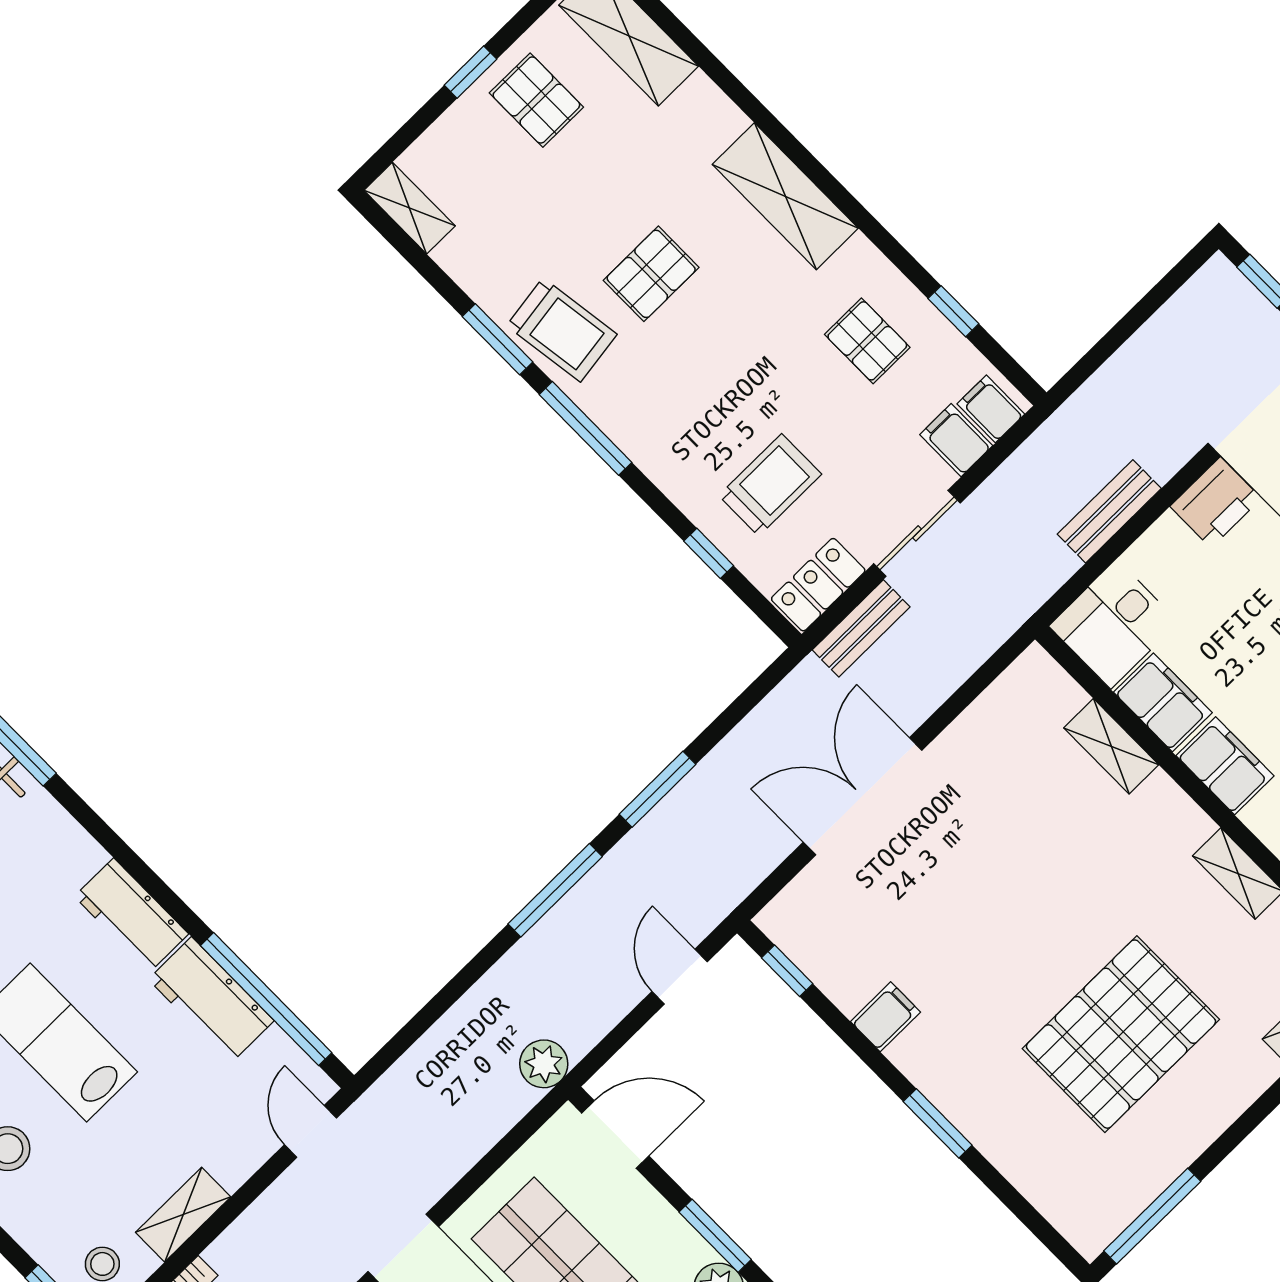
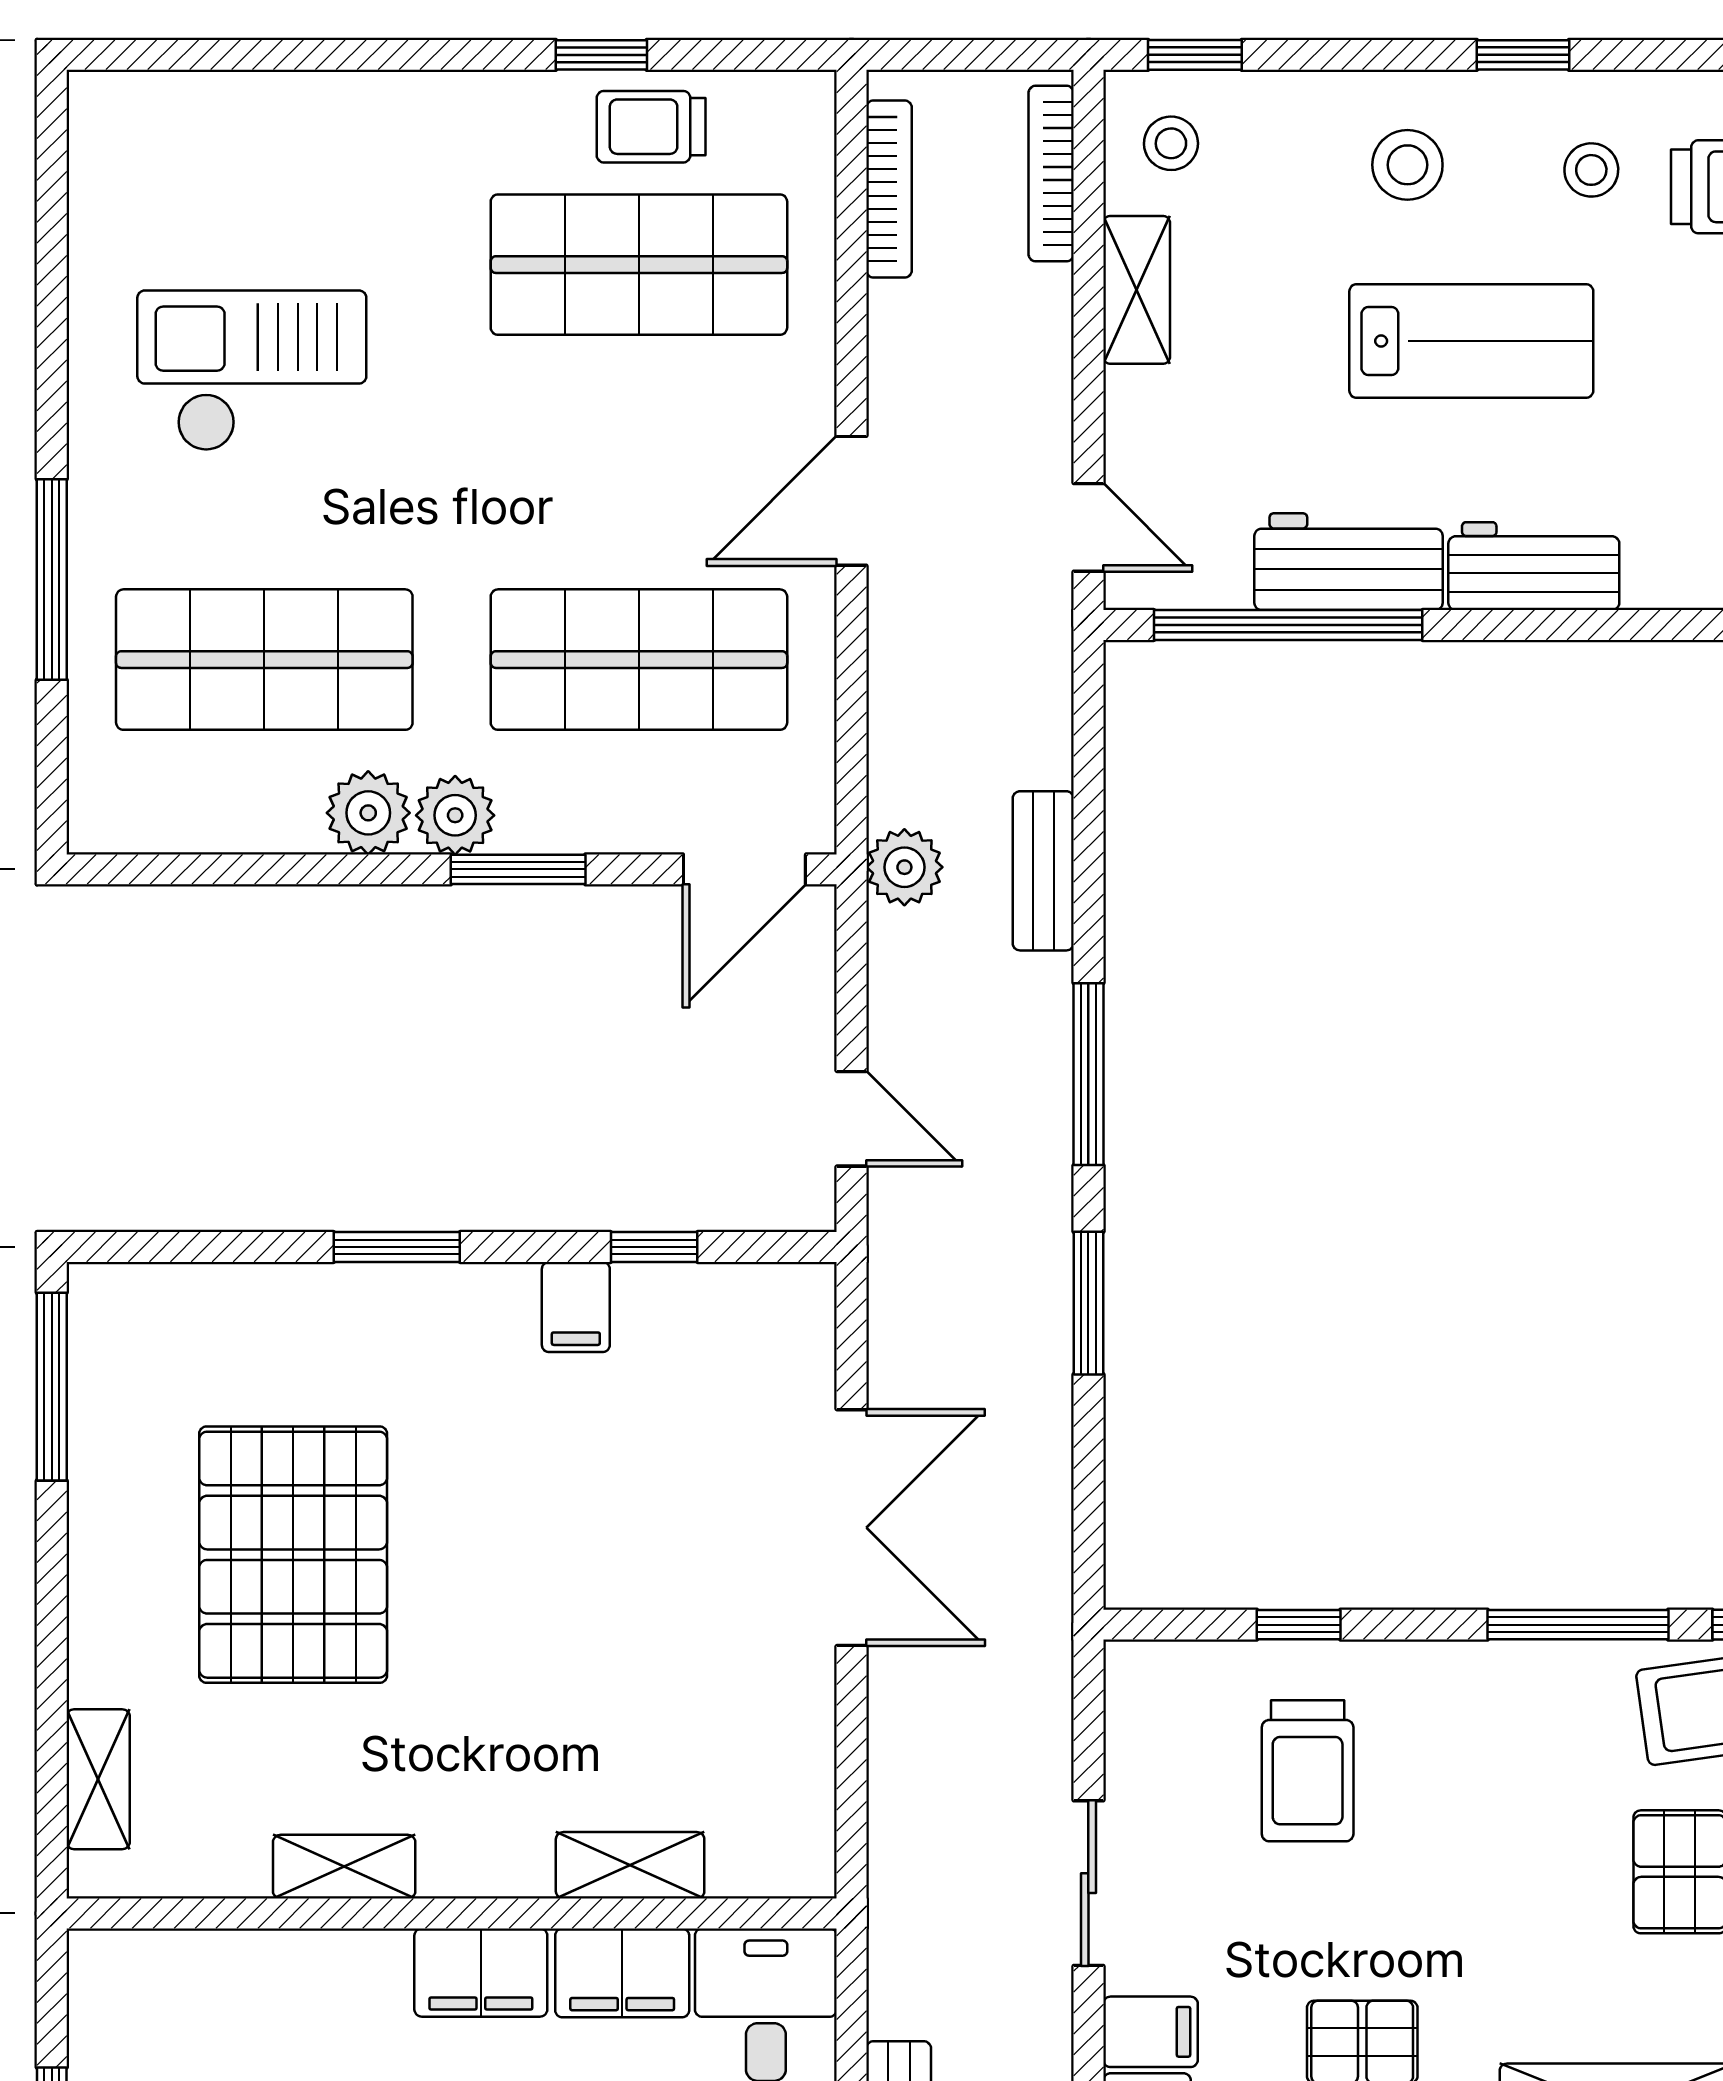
locker: (818, 585) -> (1141, 1714), removed
bench: (861, 628) -> (1043, 871), moved
window: (787, 971) -> (654, 1247), moved

